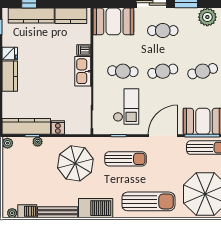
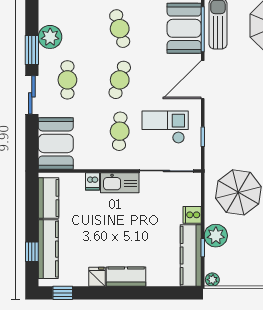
plant: (207, 17) -> (50, 37), moved
cafe table: (163, 71) -> (120, 80), turned 30
door: (163, 136) -> (203, 80), hinge flipped
plant: (38, 142) -> (216, 236), width x1.87, depth x1.87
sun lounger: (126, 159) -> (233, 128), removed

